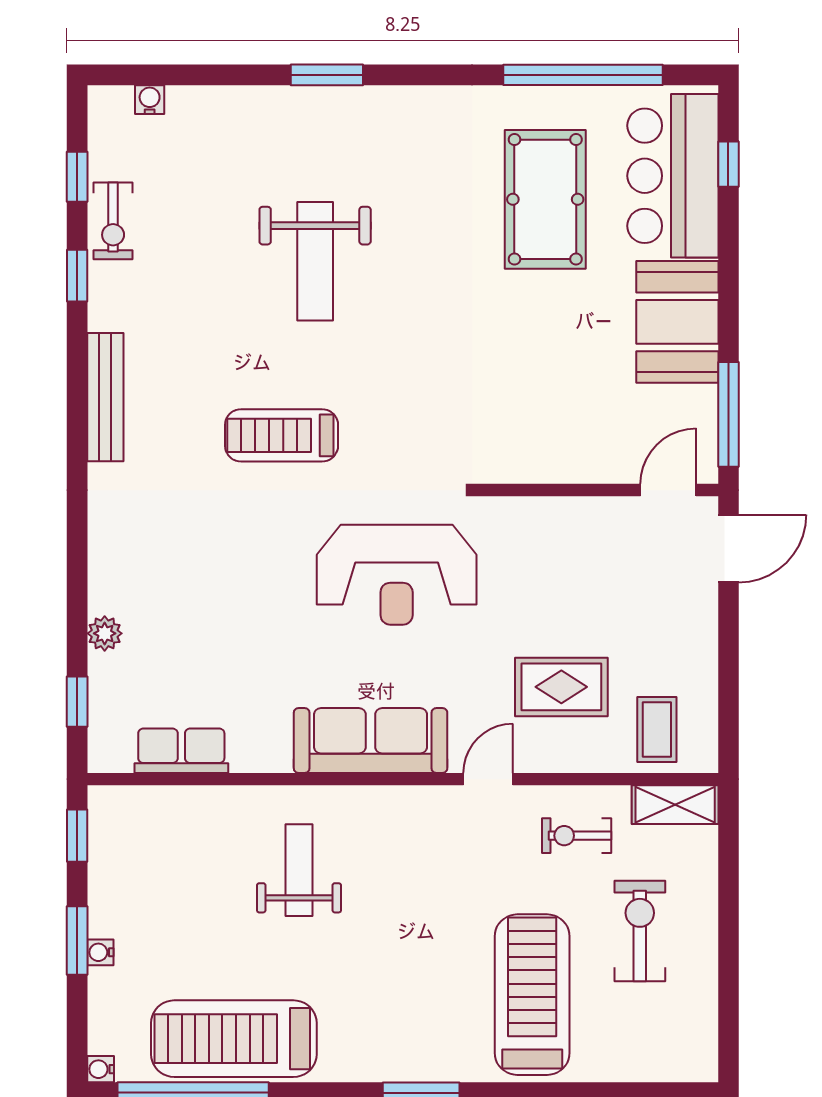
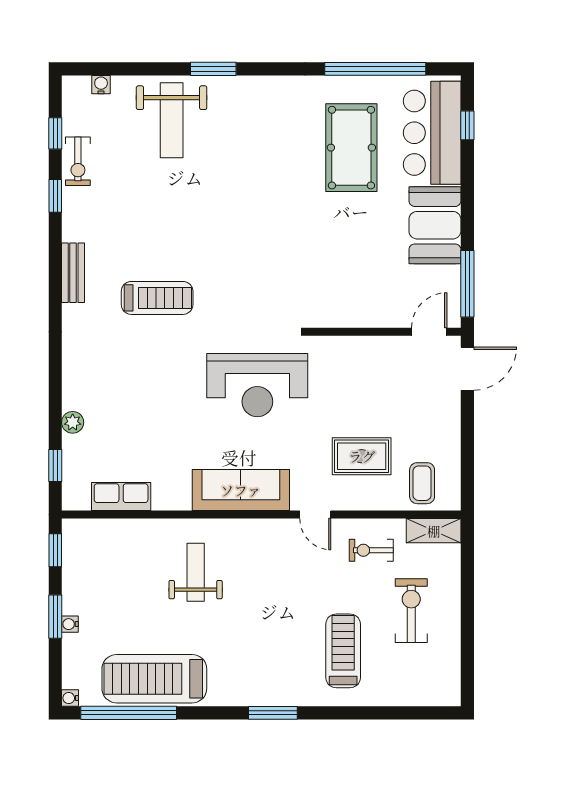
weight bench: (315, 261) -> (172, 120), moved
bench: (105, 397) -> (73, 273), width x0.73
treadmill: (282, 435) -> (157, 298), moved, turned 180
door: (488, 779) -> (315, 515), swing flipped
treadmill: (532, 995) -> (343, 651), width x0.73, depth x0.73

